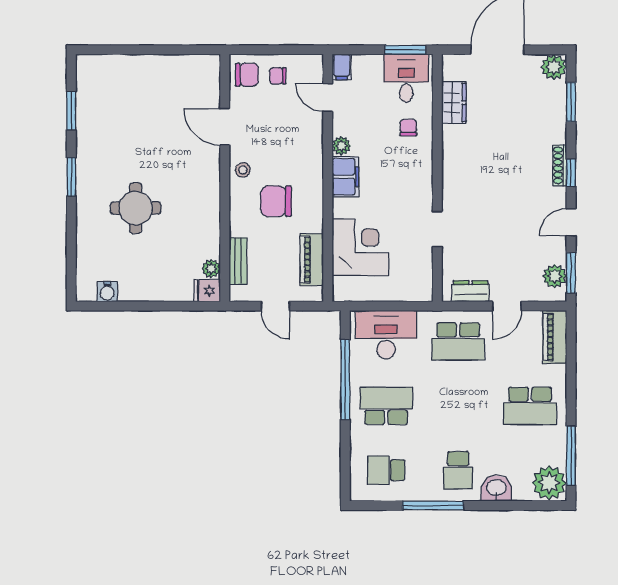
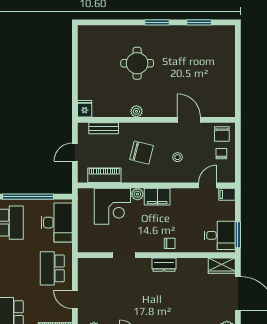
wardrobe: (454, 103) -> (222, 266), moved
door: (225, 127) -> (189, 120), hinge flipped
chair: (408, 128) -> (170, 243), moved
plant: (341, 146) -> (137, 194), moved
stool: (243, 170) -> (177, 157), moved
chair: (276, 201) -> (142, 153), turned 104
plant: (211, 269) -> (136, 111), moved
dresser: (471, 291) -> (164, 265), moved, turned 90
water cooler: (107, 292) -> (84, 45), removed

